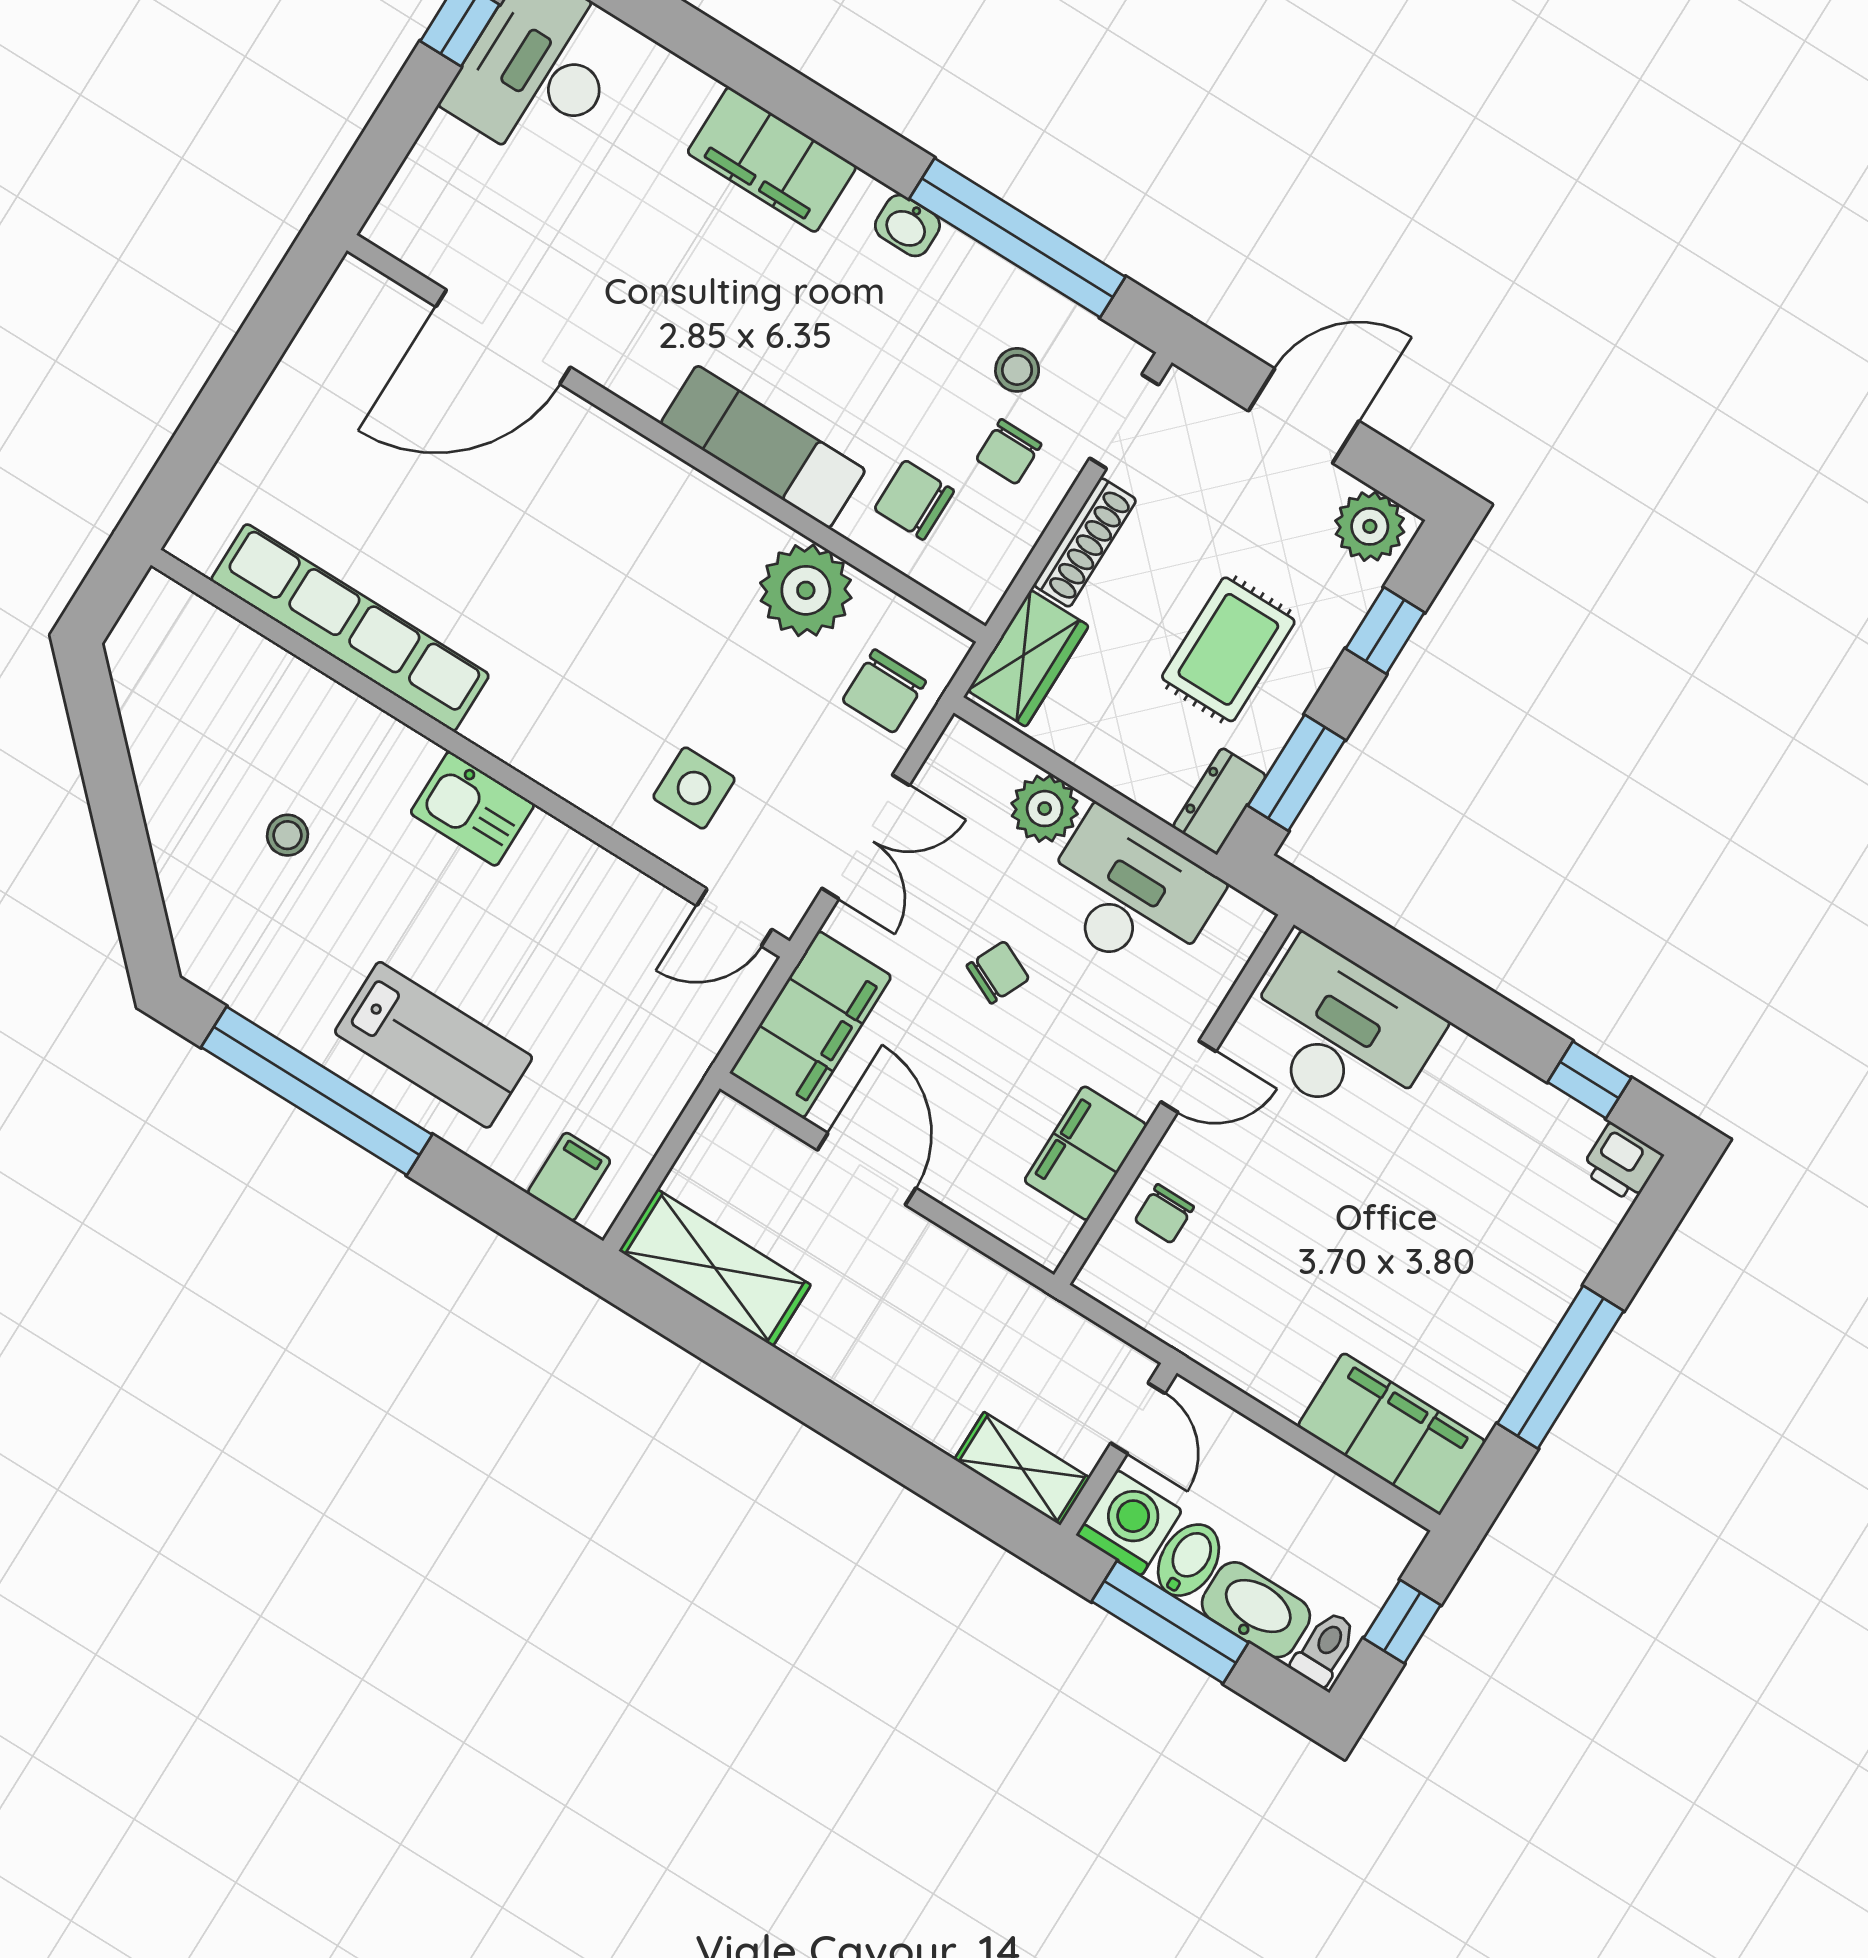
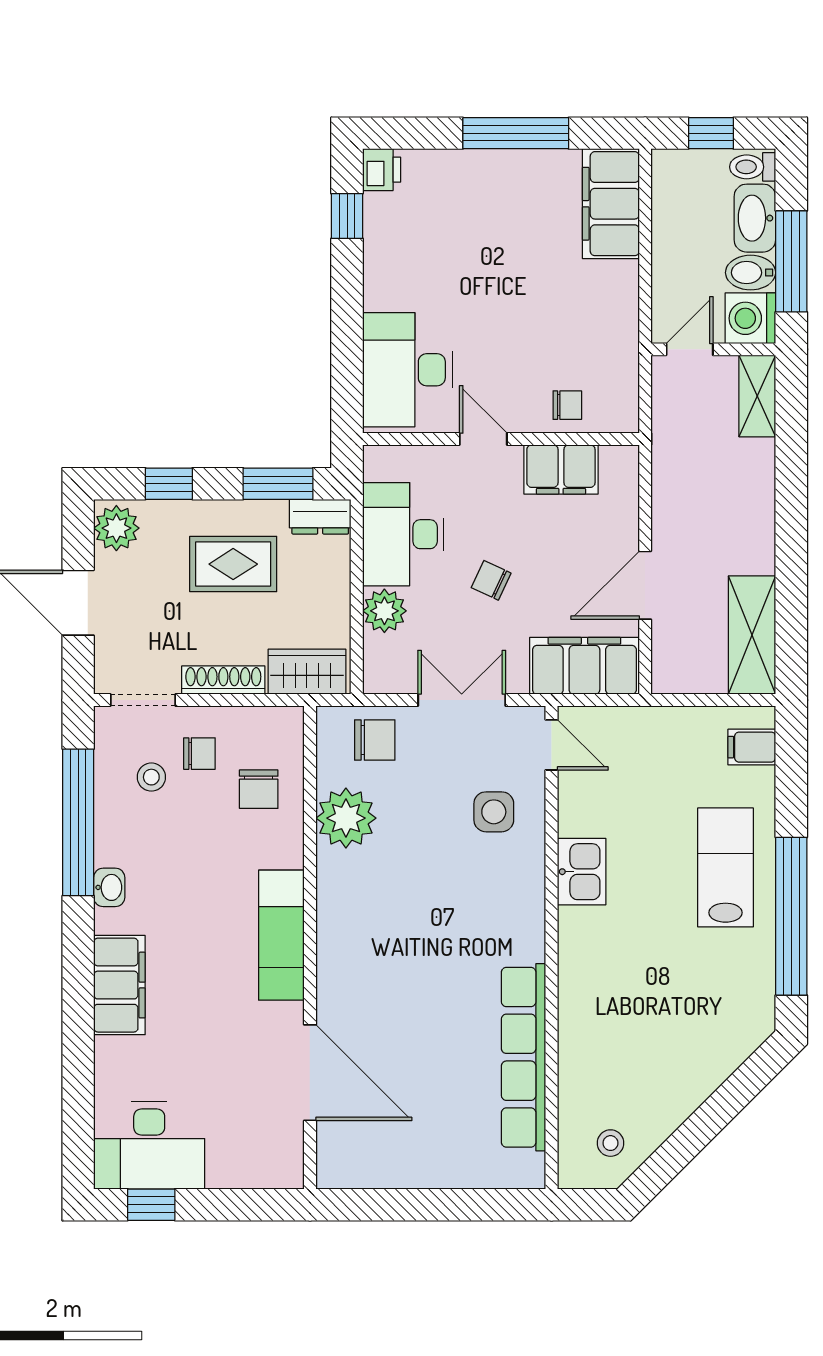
exam couch: (763, 447) -> (281, 935), moved
kitchen sink: (472, 809) -> (582, 872), moved
stool: (287, 835) -> (610, 1143), moved

